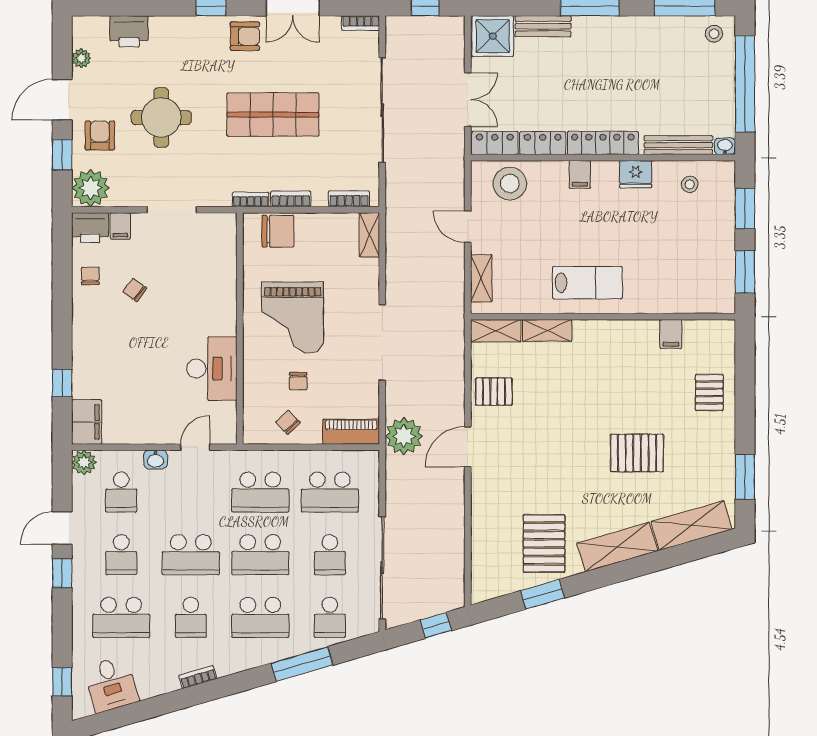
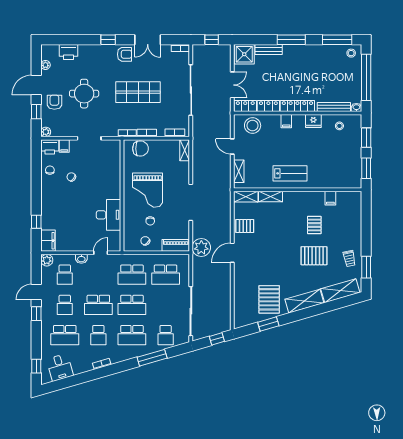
plant: (91, 188) -> (46, 132), width x0.53, depth x0.53
pallet: (709, 392) -> (314, 225), moved
trolley: (710, 459) -> (349, 259), added
school desk: (330, 555) -> (166, 305), removed

